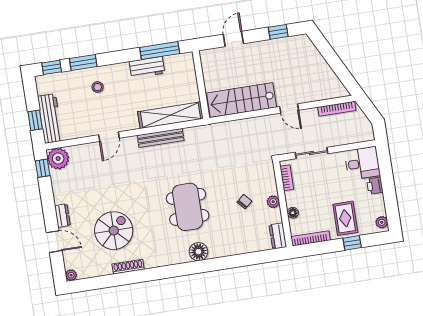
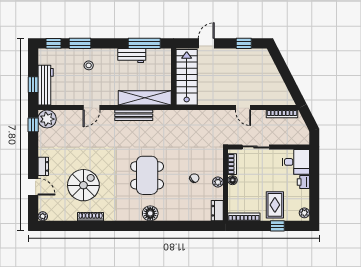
stairs: (242, 100) -> (187, 77), moved, turned 90
floor lamp: (293, 213) -> (233, 180), moved

